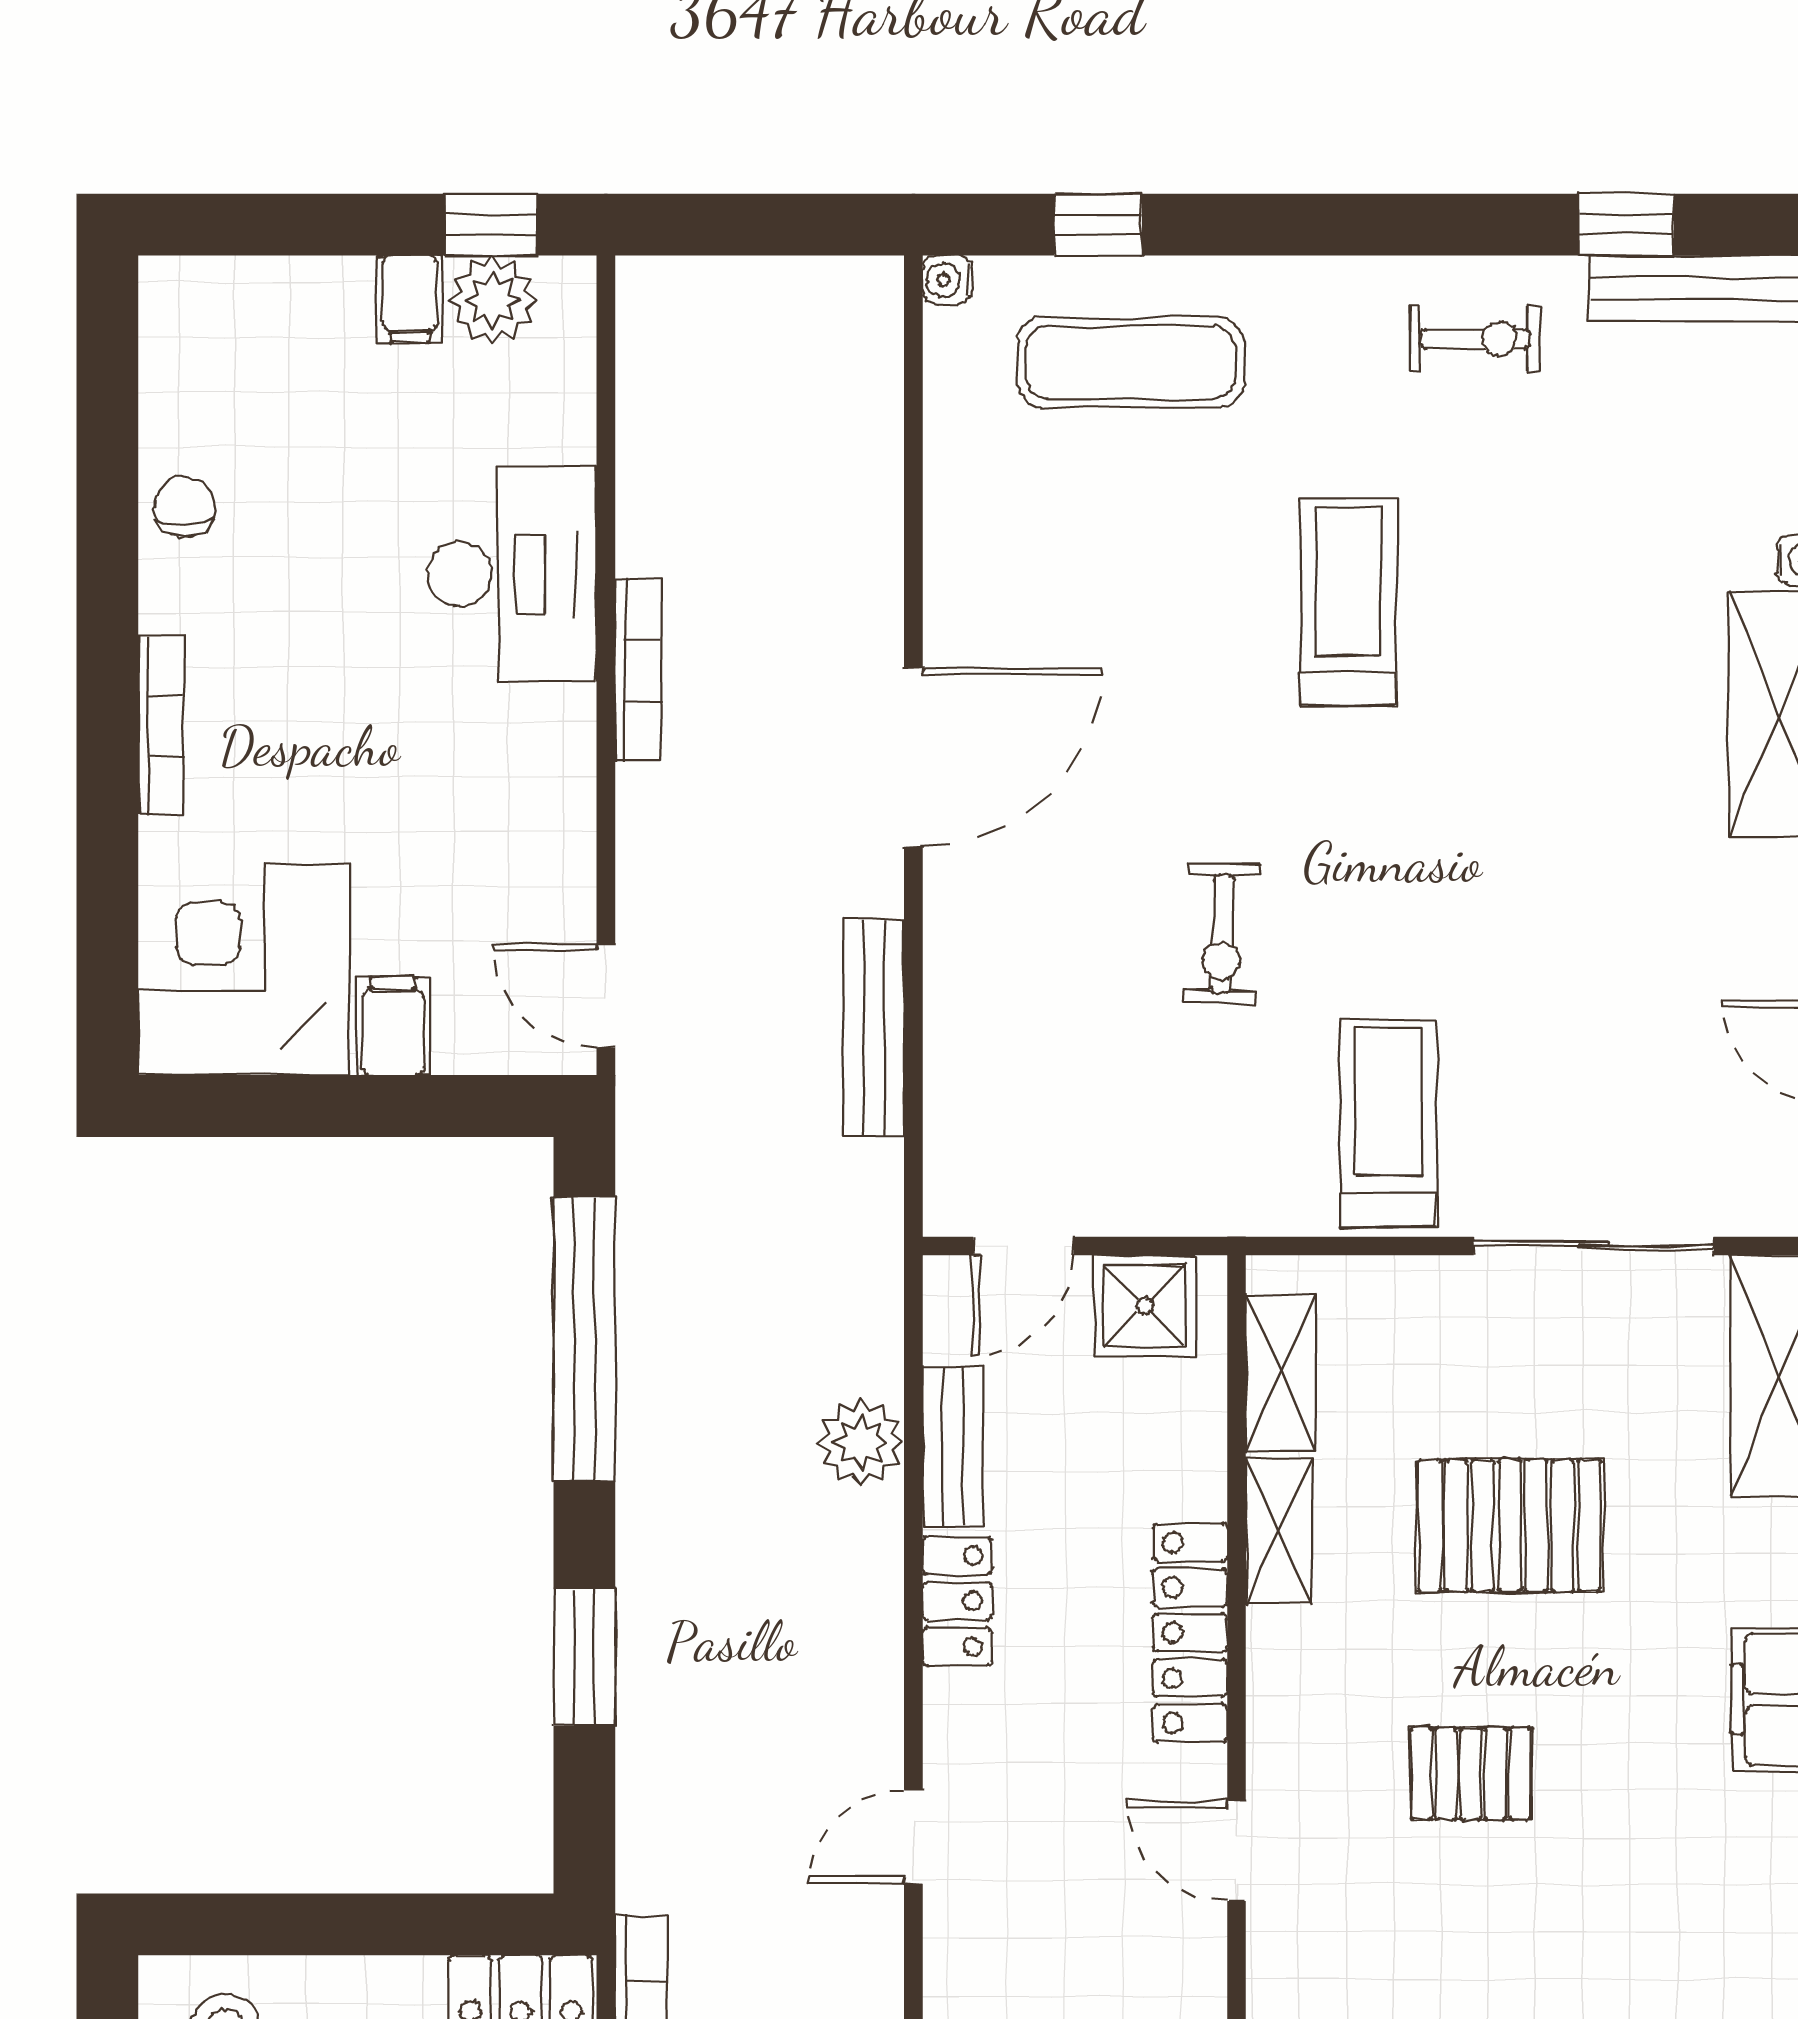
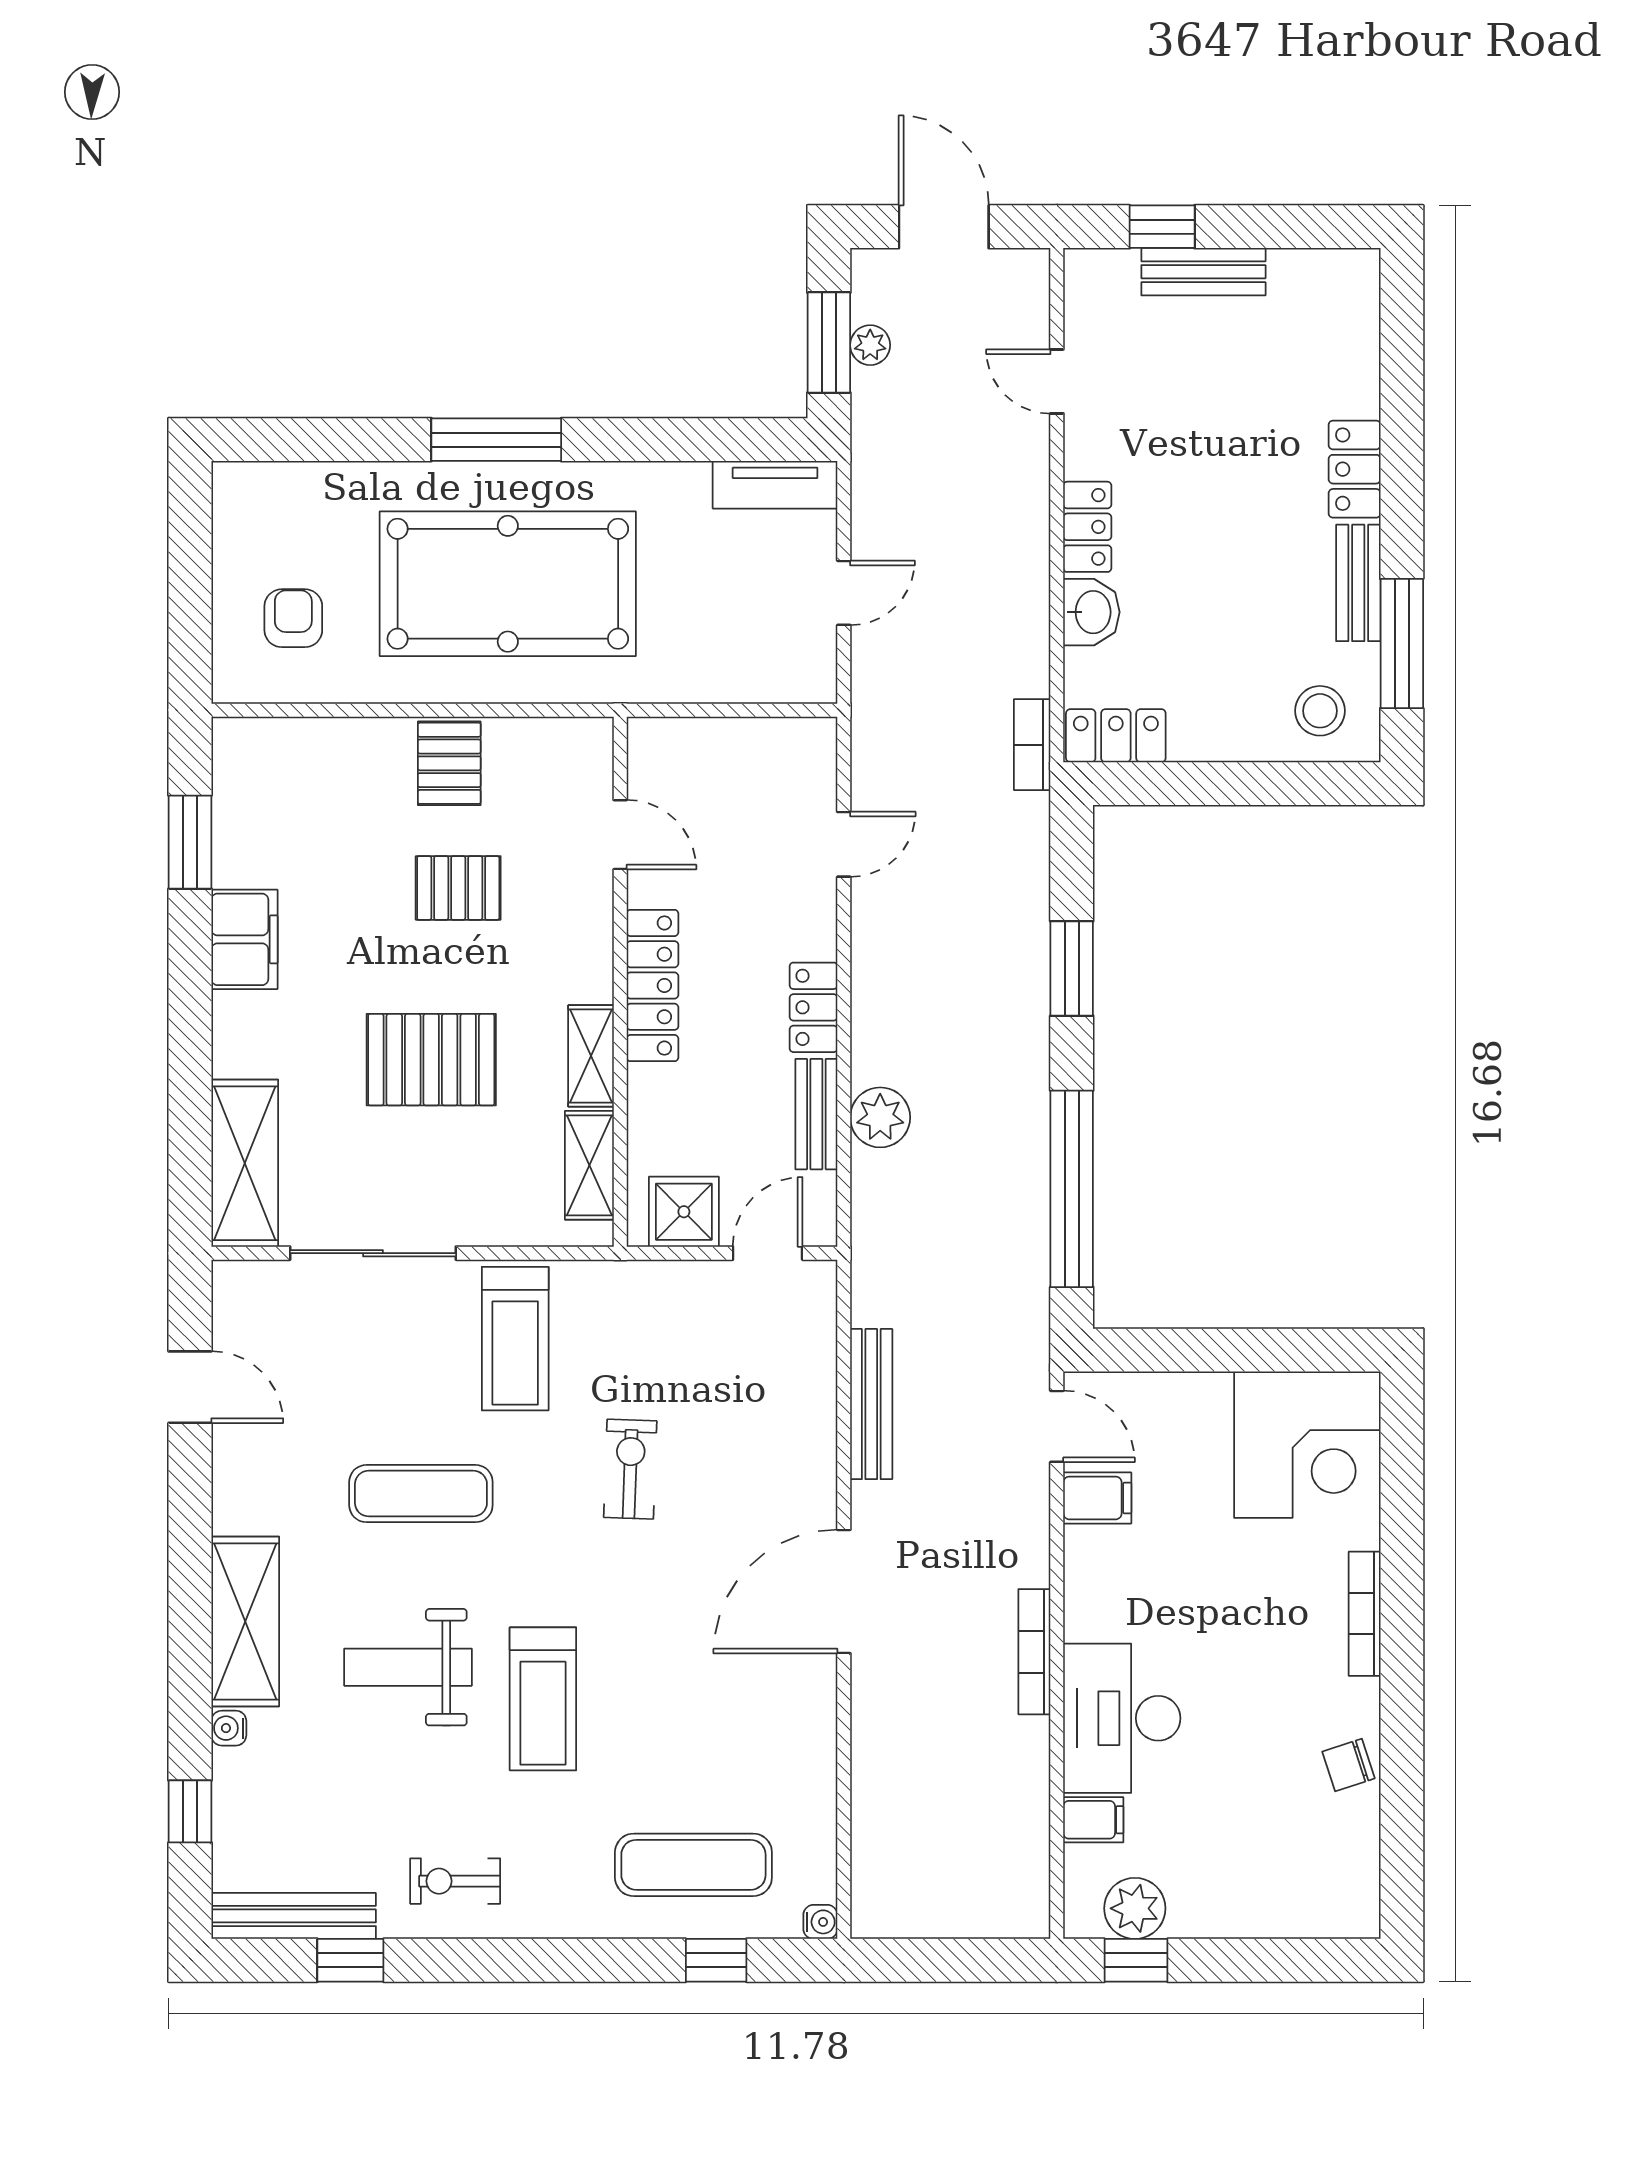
filing cabinet: (410, 299) -> (1093, 1820), moved, turned 90
chair: (184, 507) -> (1348, 1765), turned 72
weight bench: (1543, 648) -> (408, 1667), added
exercise mat: (1524, 899) -> (421, 1494), added
filing cabinet: (393, 1026) -> (1097, 1498), moved, turned -90
pallet: (1483, 1954) -> (449, 763), added

